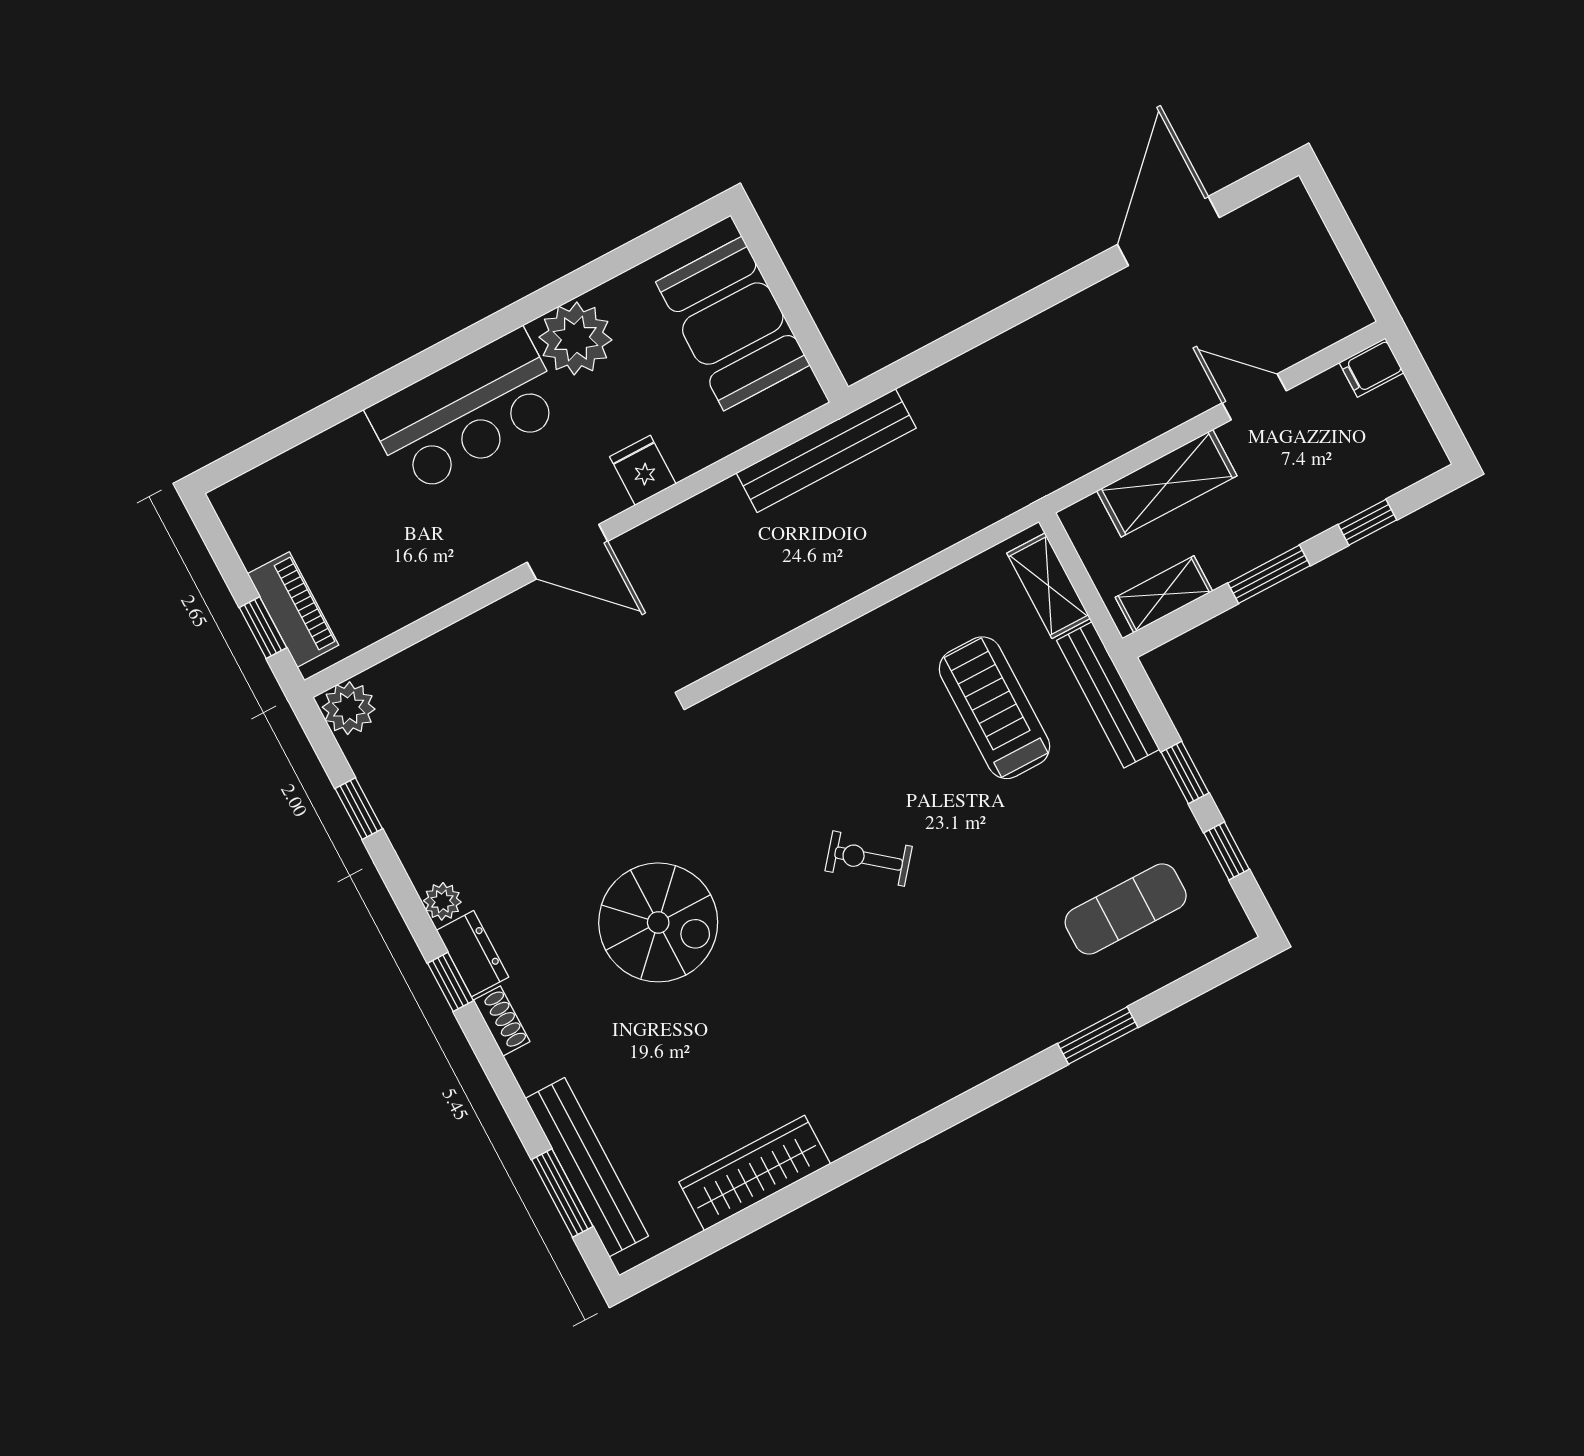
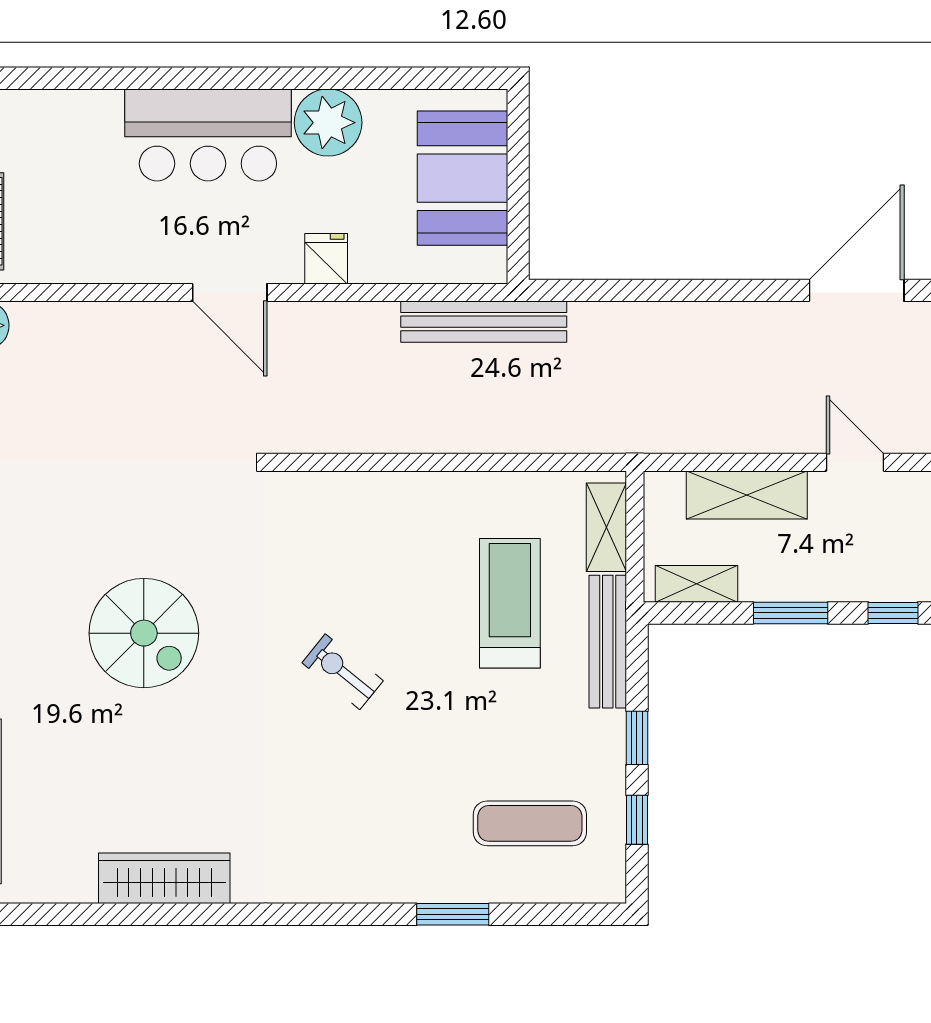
wardrobe: (755, 1173) -> (164, 878), moved

